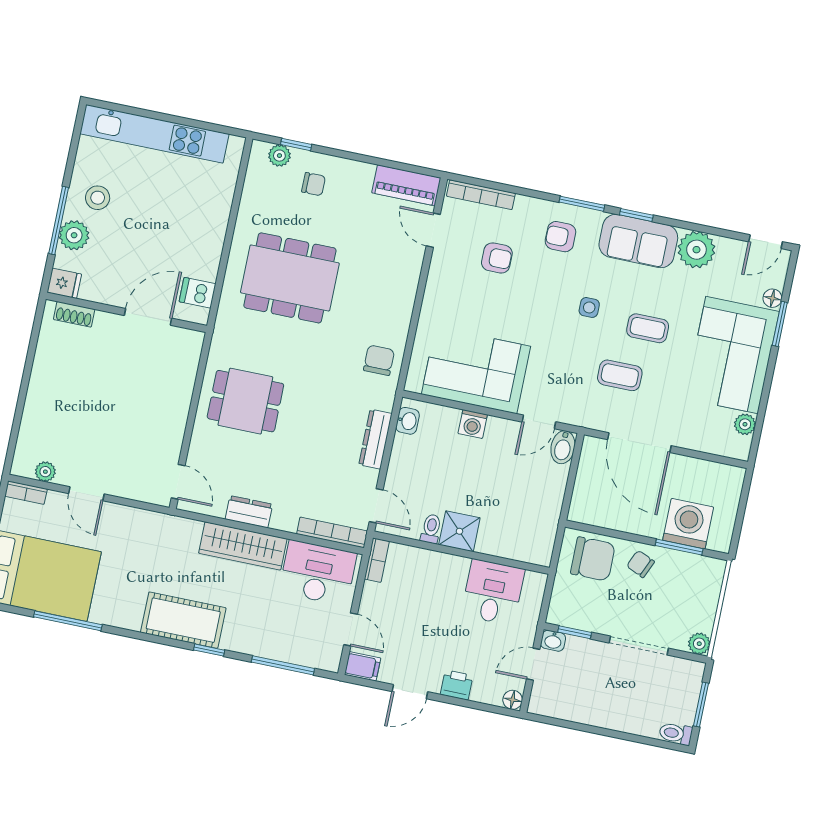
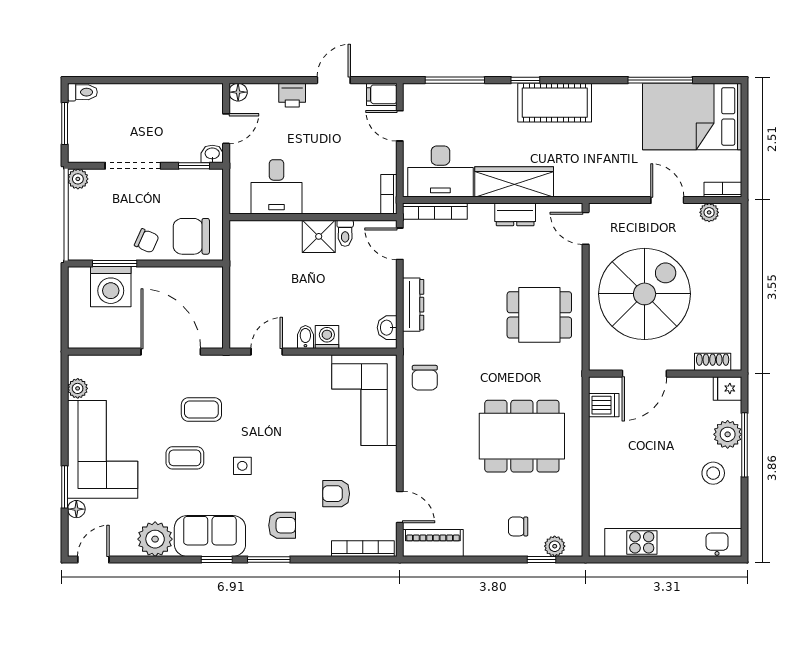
corner sofa: (476, 370) -> (364, 400), moved, turned 90
spiral stairs: (131, 400) -> (645, 294), added
bidet: (563, 447) -> (305, 337), moved, width x0.72, depth x0.74

